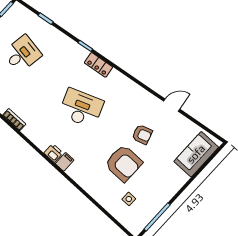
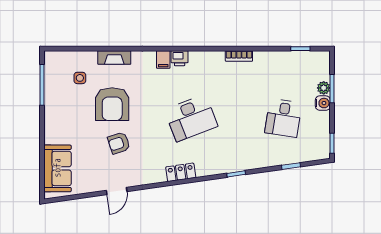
locker: (99, 65) -> (181, 172), moved
armchair: (124, 163) -> (112, 104), turned -90
fireplace: (95, 192) -> (114, 57), added

